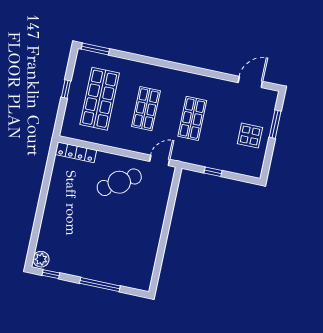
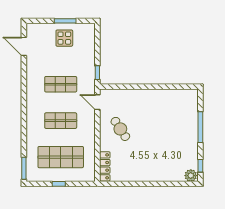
window: (275, 124) -> (65, 21), moved
window: (213, 172) -> (97, 73), moved
cafe table: (119, 182) -> (120, 129), width x0.73, depth x0.74

